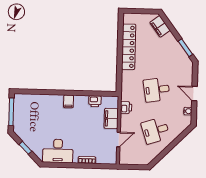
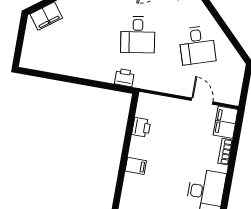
locker: (129, 47) -> (69, 66), removed
printer: (126, 108) -> (124, 78), moved
filing cabinet: (111, 118) -> (226, 122), moved, turned 90

